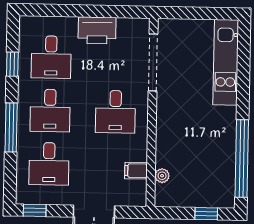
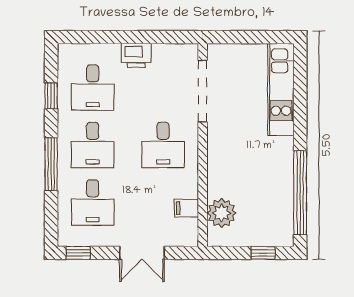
printer: (97, 30) -> (136, 55), width x0.73, depth x0.84
plant: (162, 176) -> (222, 213), width x1.88, depth x1.88

